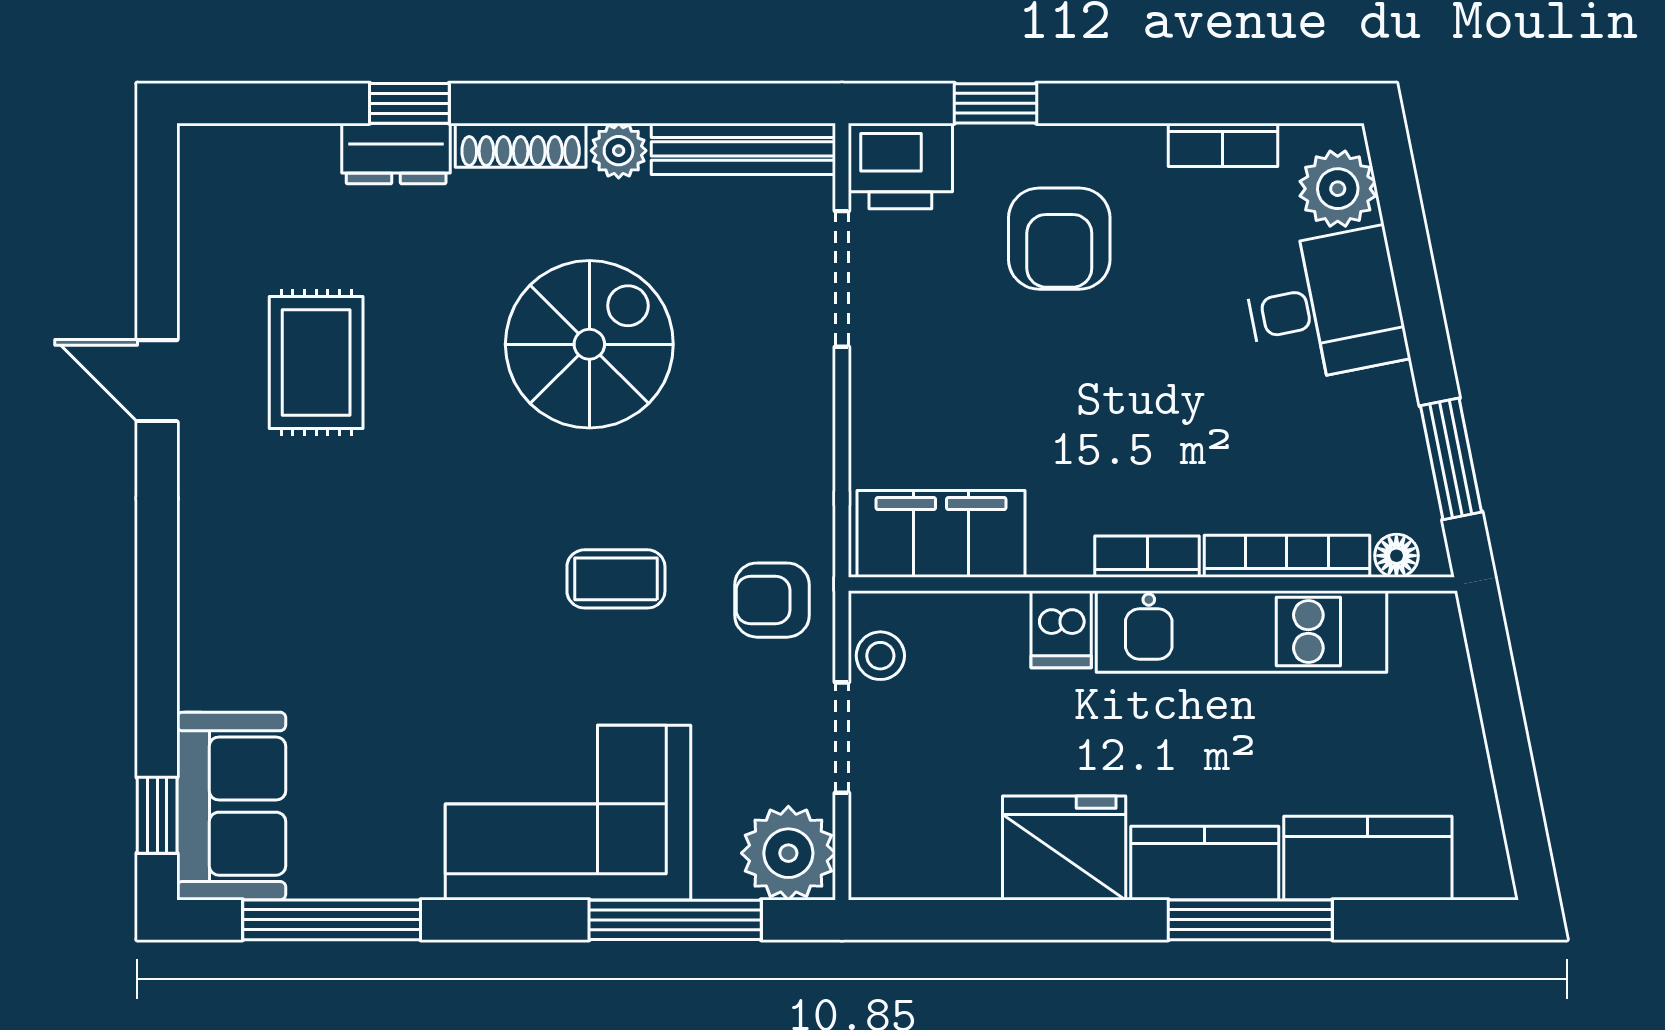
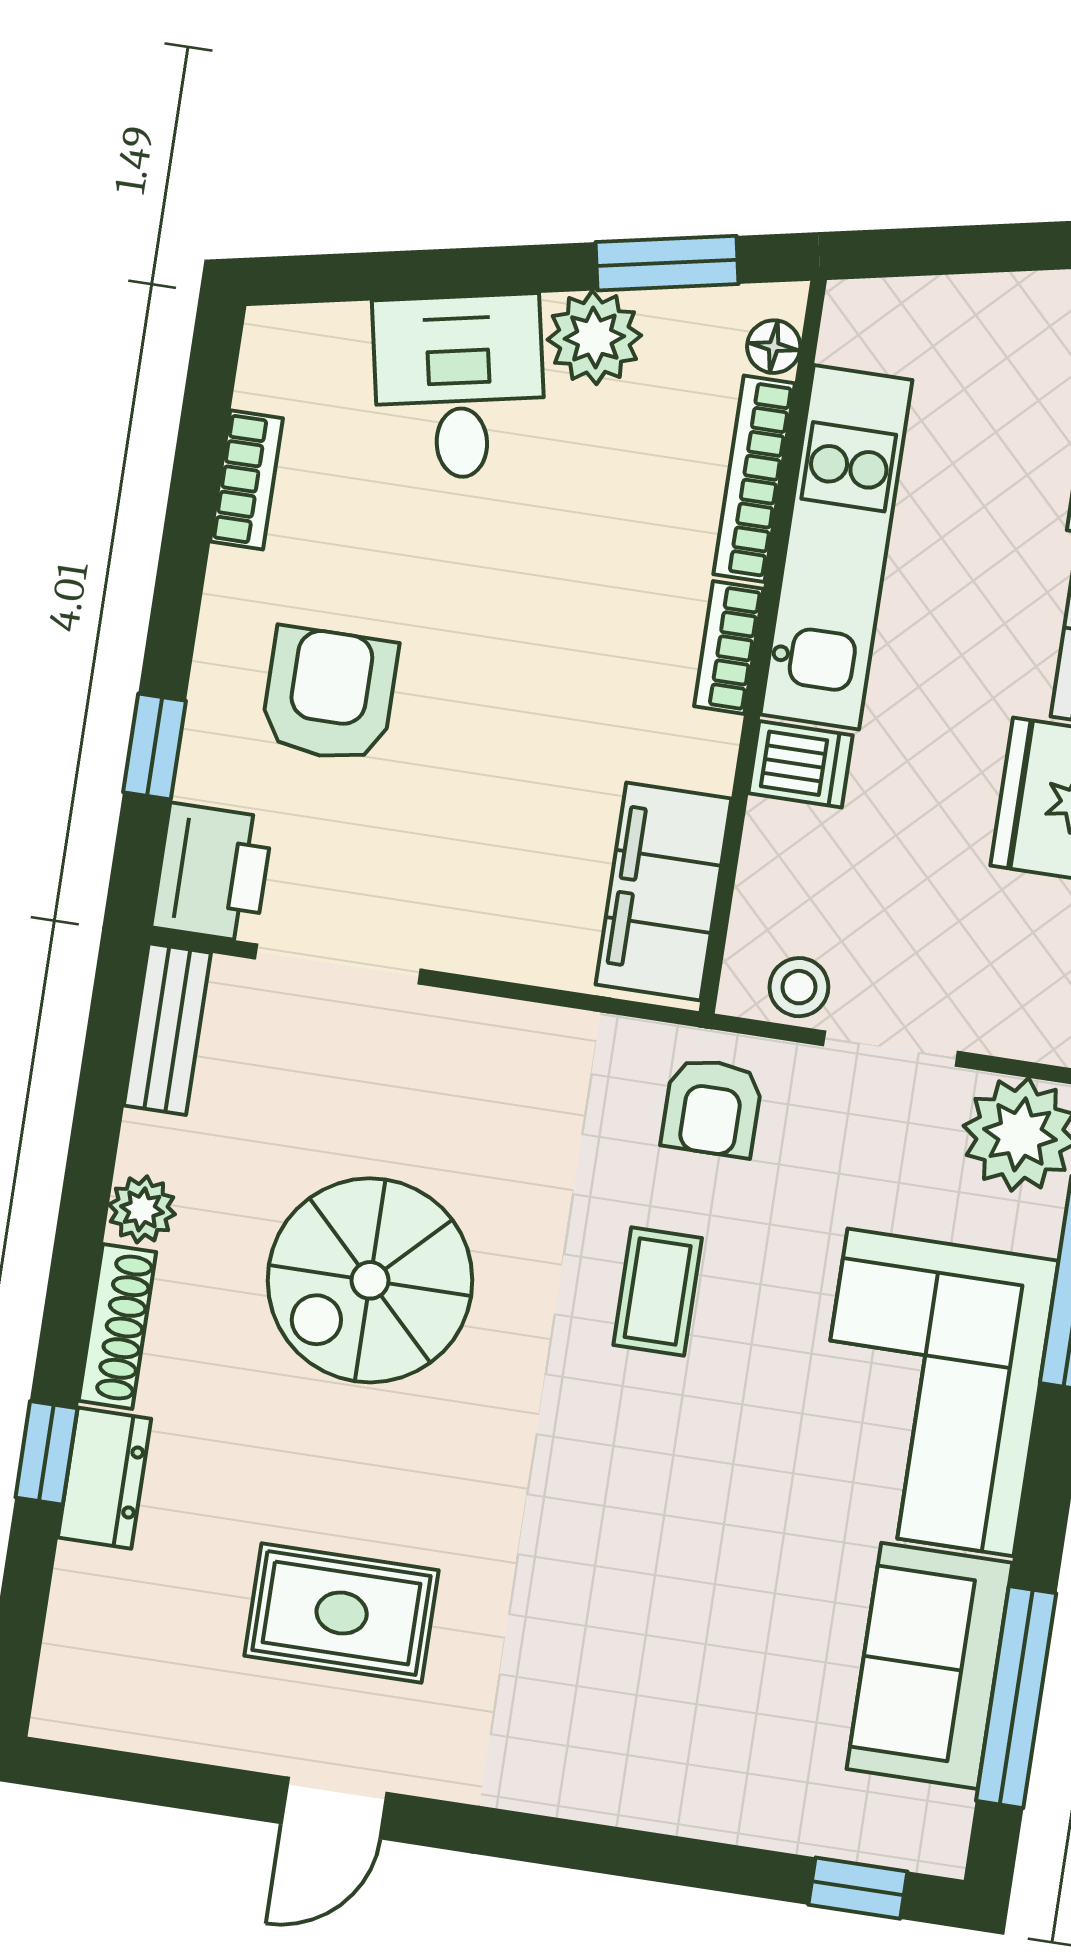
bench: (743, 149) -> (167, 1029), width x0.73
plant: (1338, 189) -> (594, 338), moved
armchair: (1059, 239) -> (329, 695), turned -90
spiral stairs: (589, 344) -> (370, 1280), turned -90
sofa: (231, 806) -> (929, 1666), moved, turned -90

